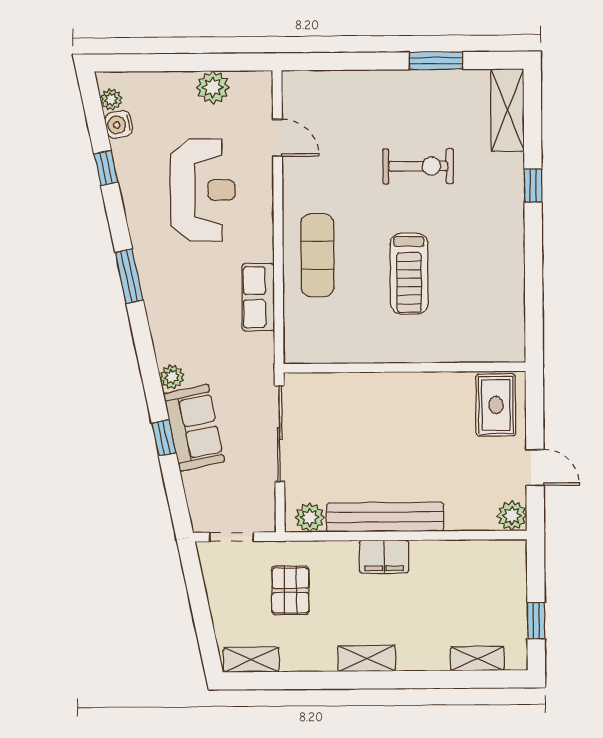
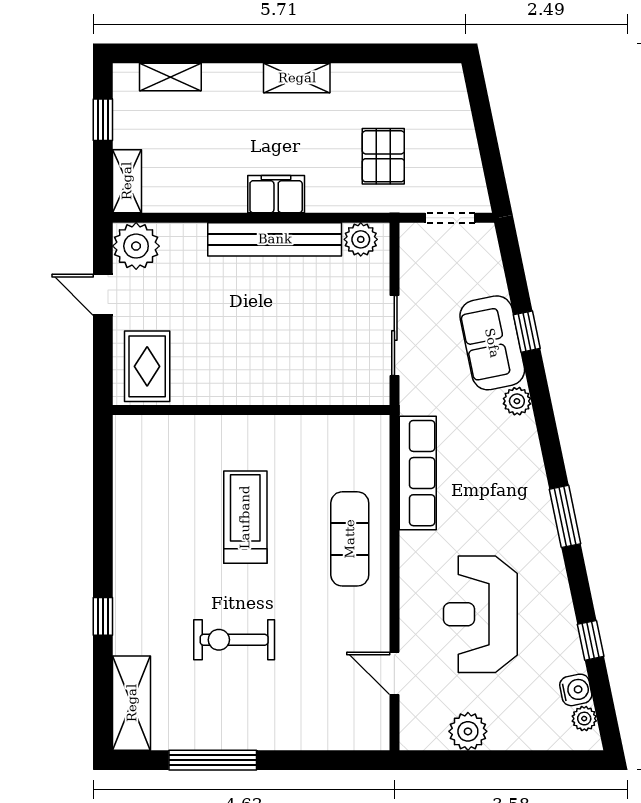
window: (436, 61) -> (213, 760), width x1.44
row of seats: (258, 297) -> (418, 473), width x1.48
sliding door: (280, 434) -> (394, 335), width x0.73
plant: (512, 516) -> (136, 246), width x1.36, depth x1.36
shelving: (251, 660) -> (127, 181), moved, turned 90

